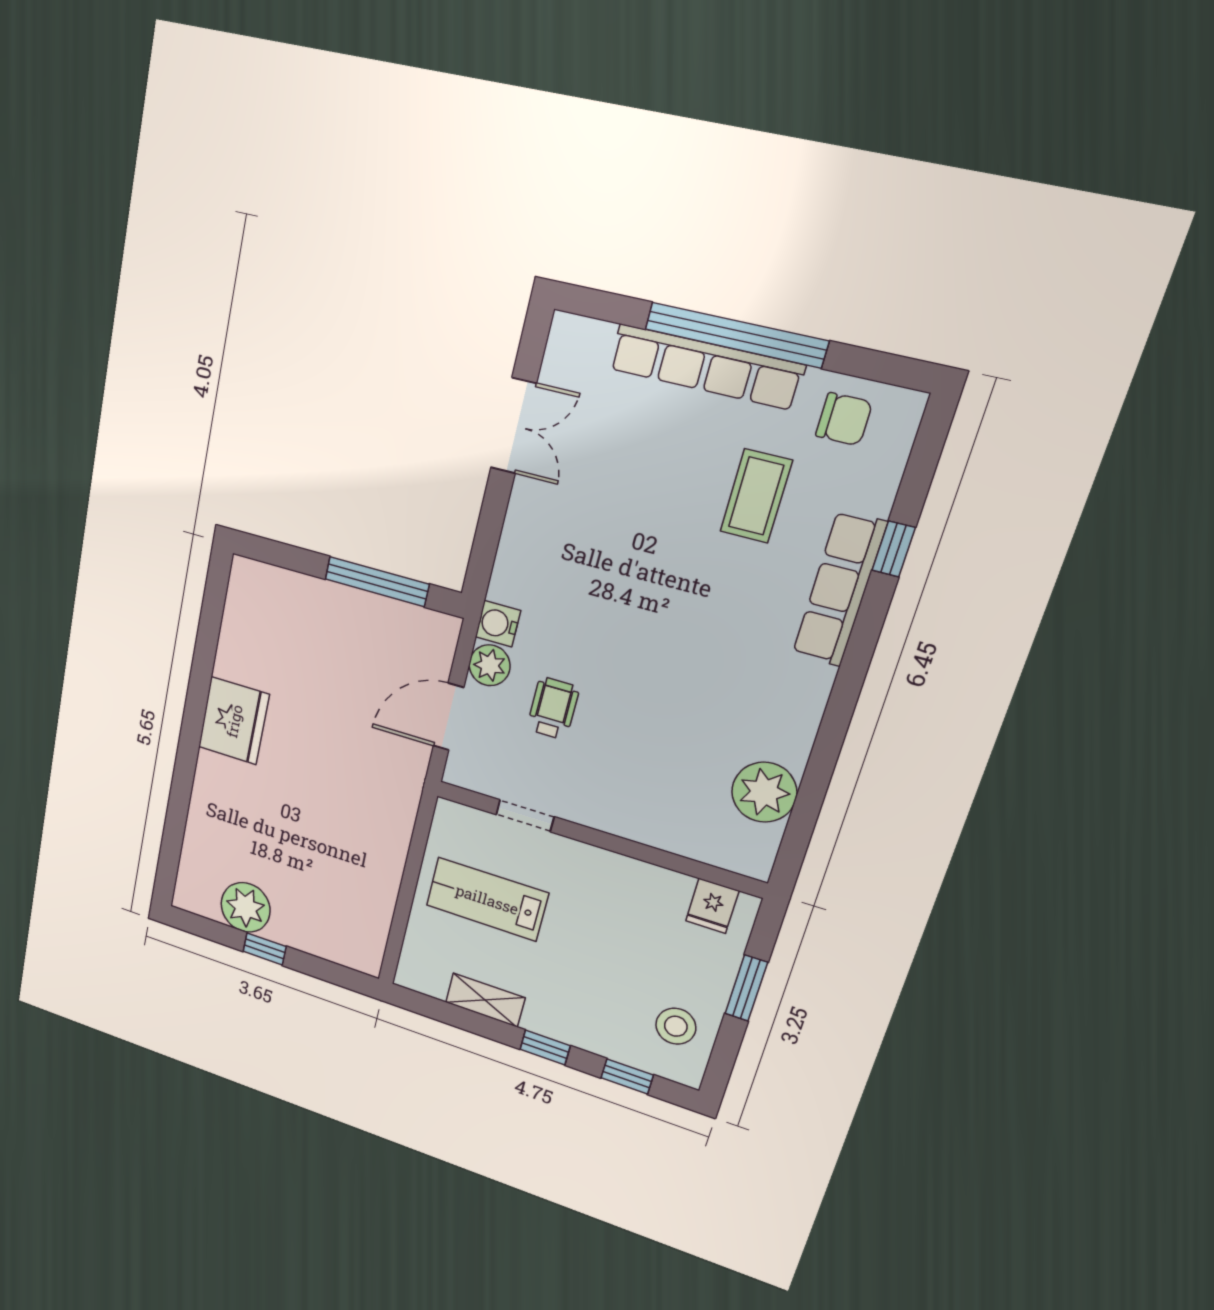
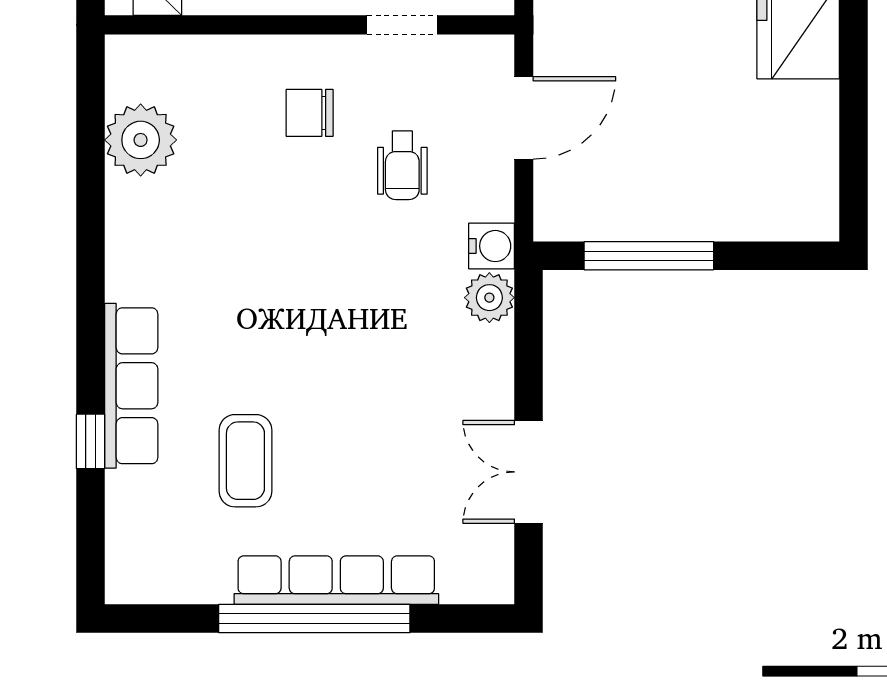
chair: (844, 419) -> (310, 113), moved
plant: (490, 665) -> (489, 298), moved

